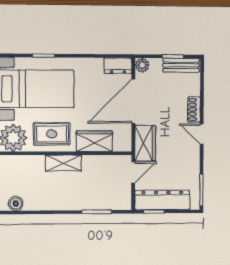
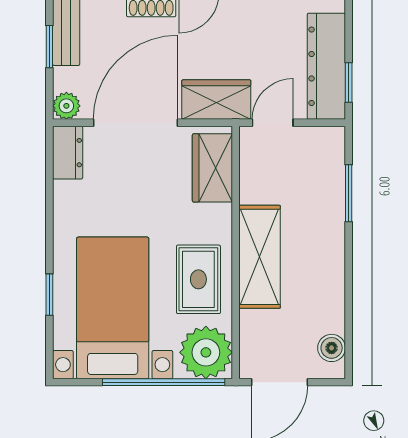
door: (133, 101) -> (135, 123), swing flipped
wardrobe: (94, 141) -> (212, 168), moved
shelving: (63, 163) -> (260, 257), width x1.50, depth x1.33
door: (133, 172) -> (273, 123), hinge flipped

